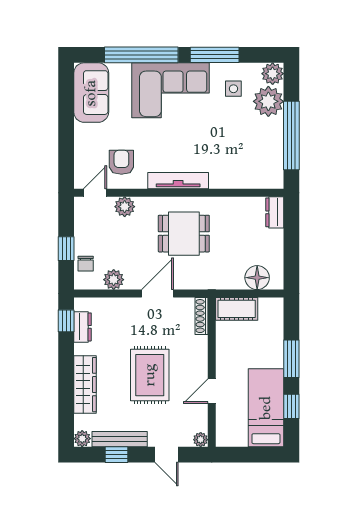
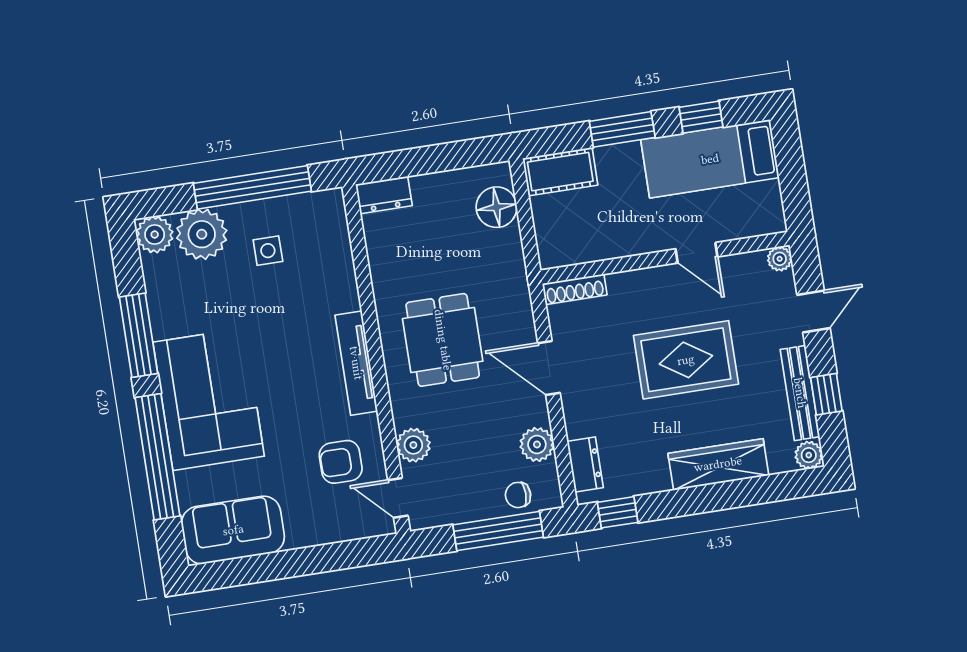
side table: (233, 89) -> (268, 251), moved
window: (66, 249) -> (498, 531), width x2.17
chair: (86, 264) -> (518, 495), turned 180
cot: (237, 309) -> (560, 172), moved, turned 90
dresser: (83, 327) -> (585, 464), moved, turned 90

